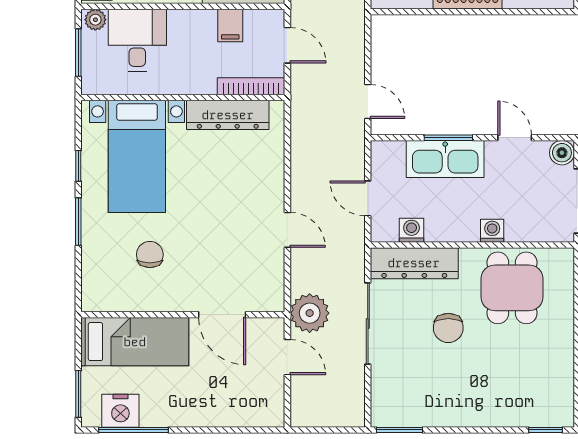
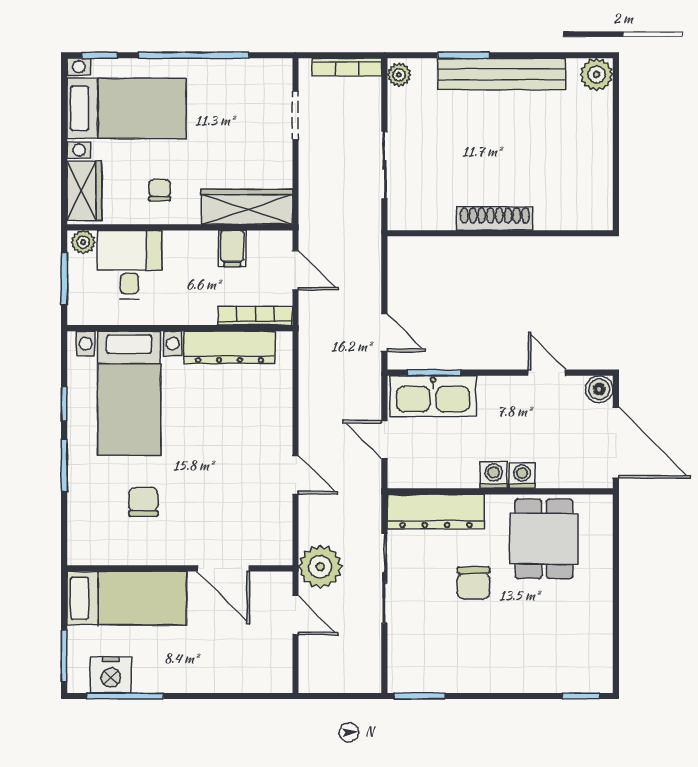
window: (448, 138) -> (434, 373), moved
kitchen sink: (445, 159) -> (433, 396), moved
washing machine: (412, 230) -> (494, 475), moved

